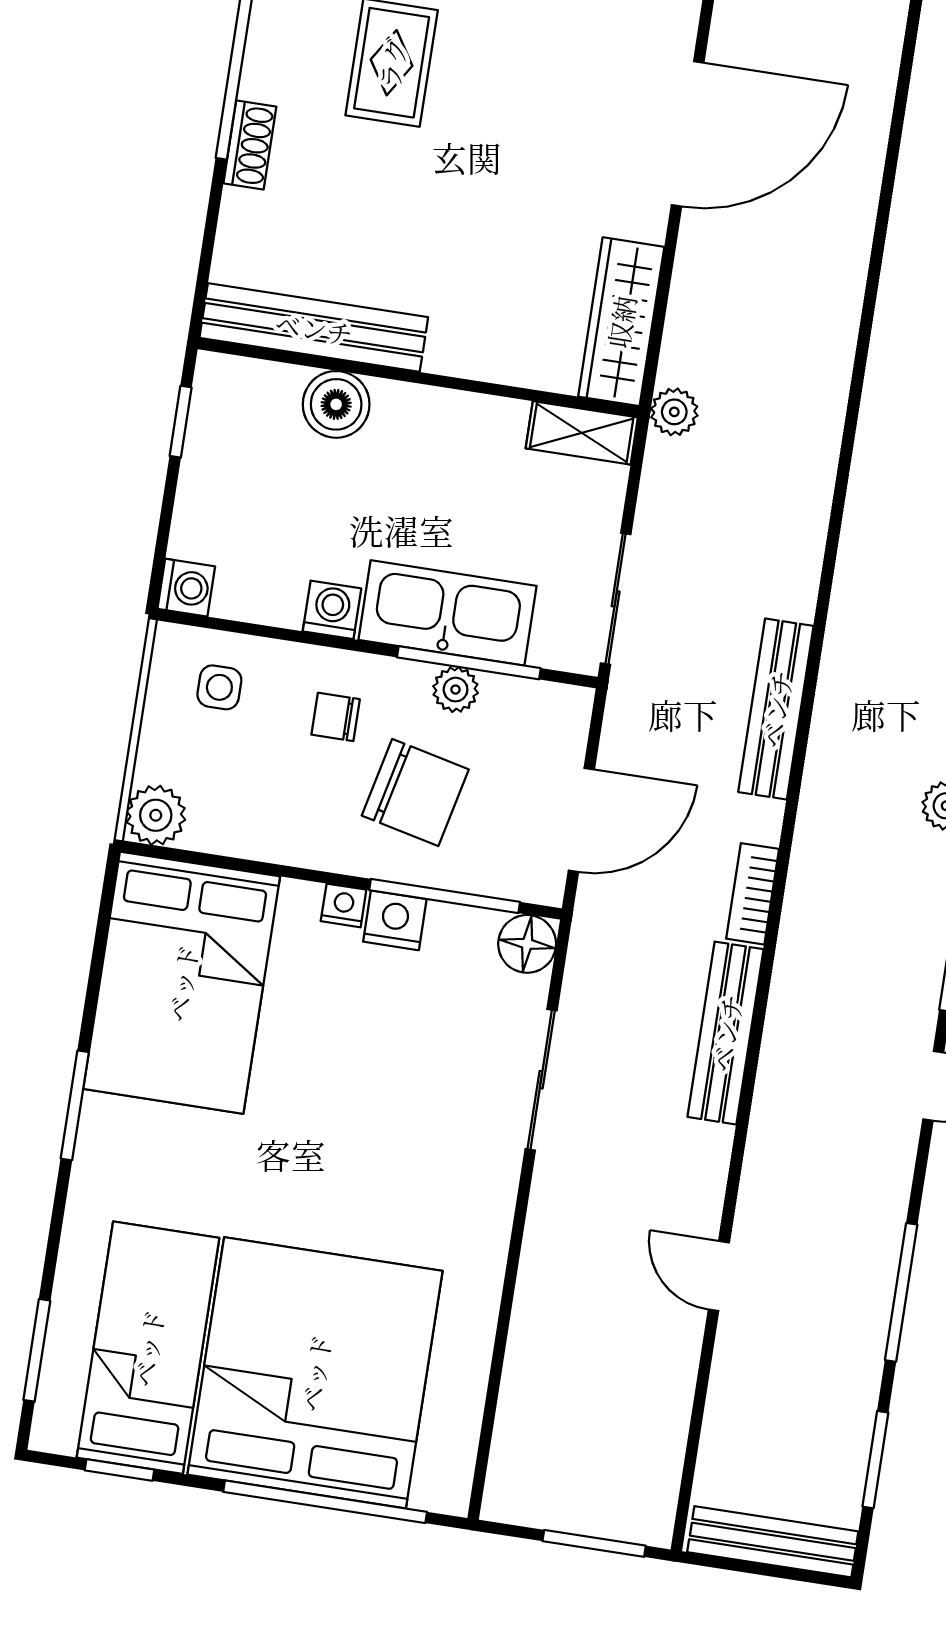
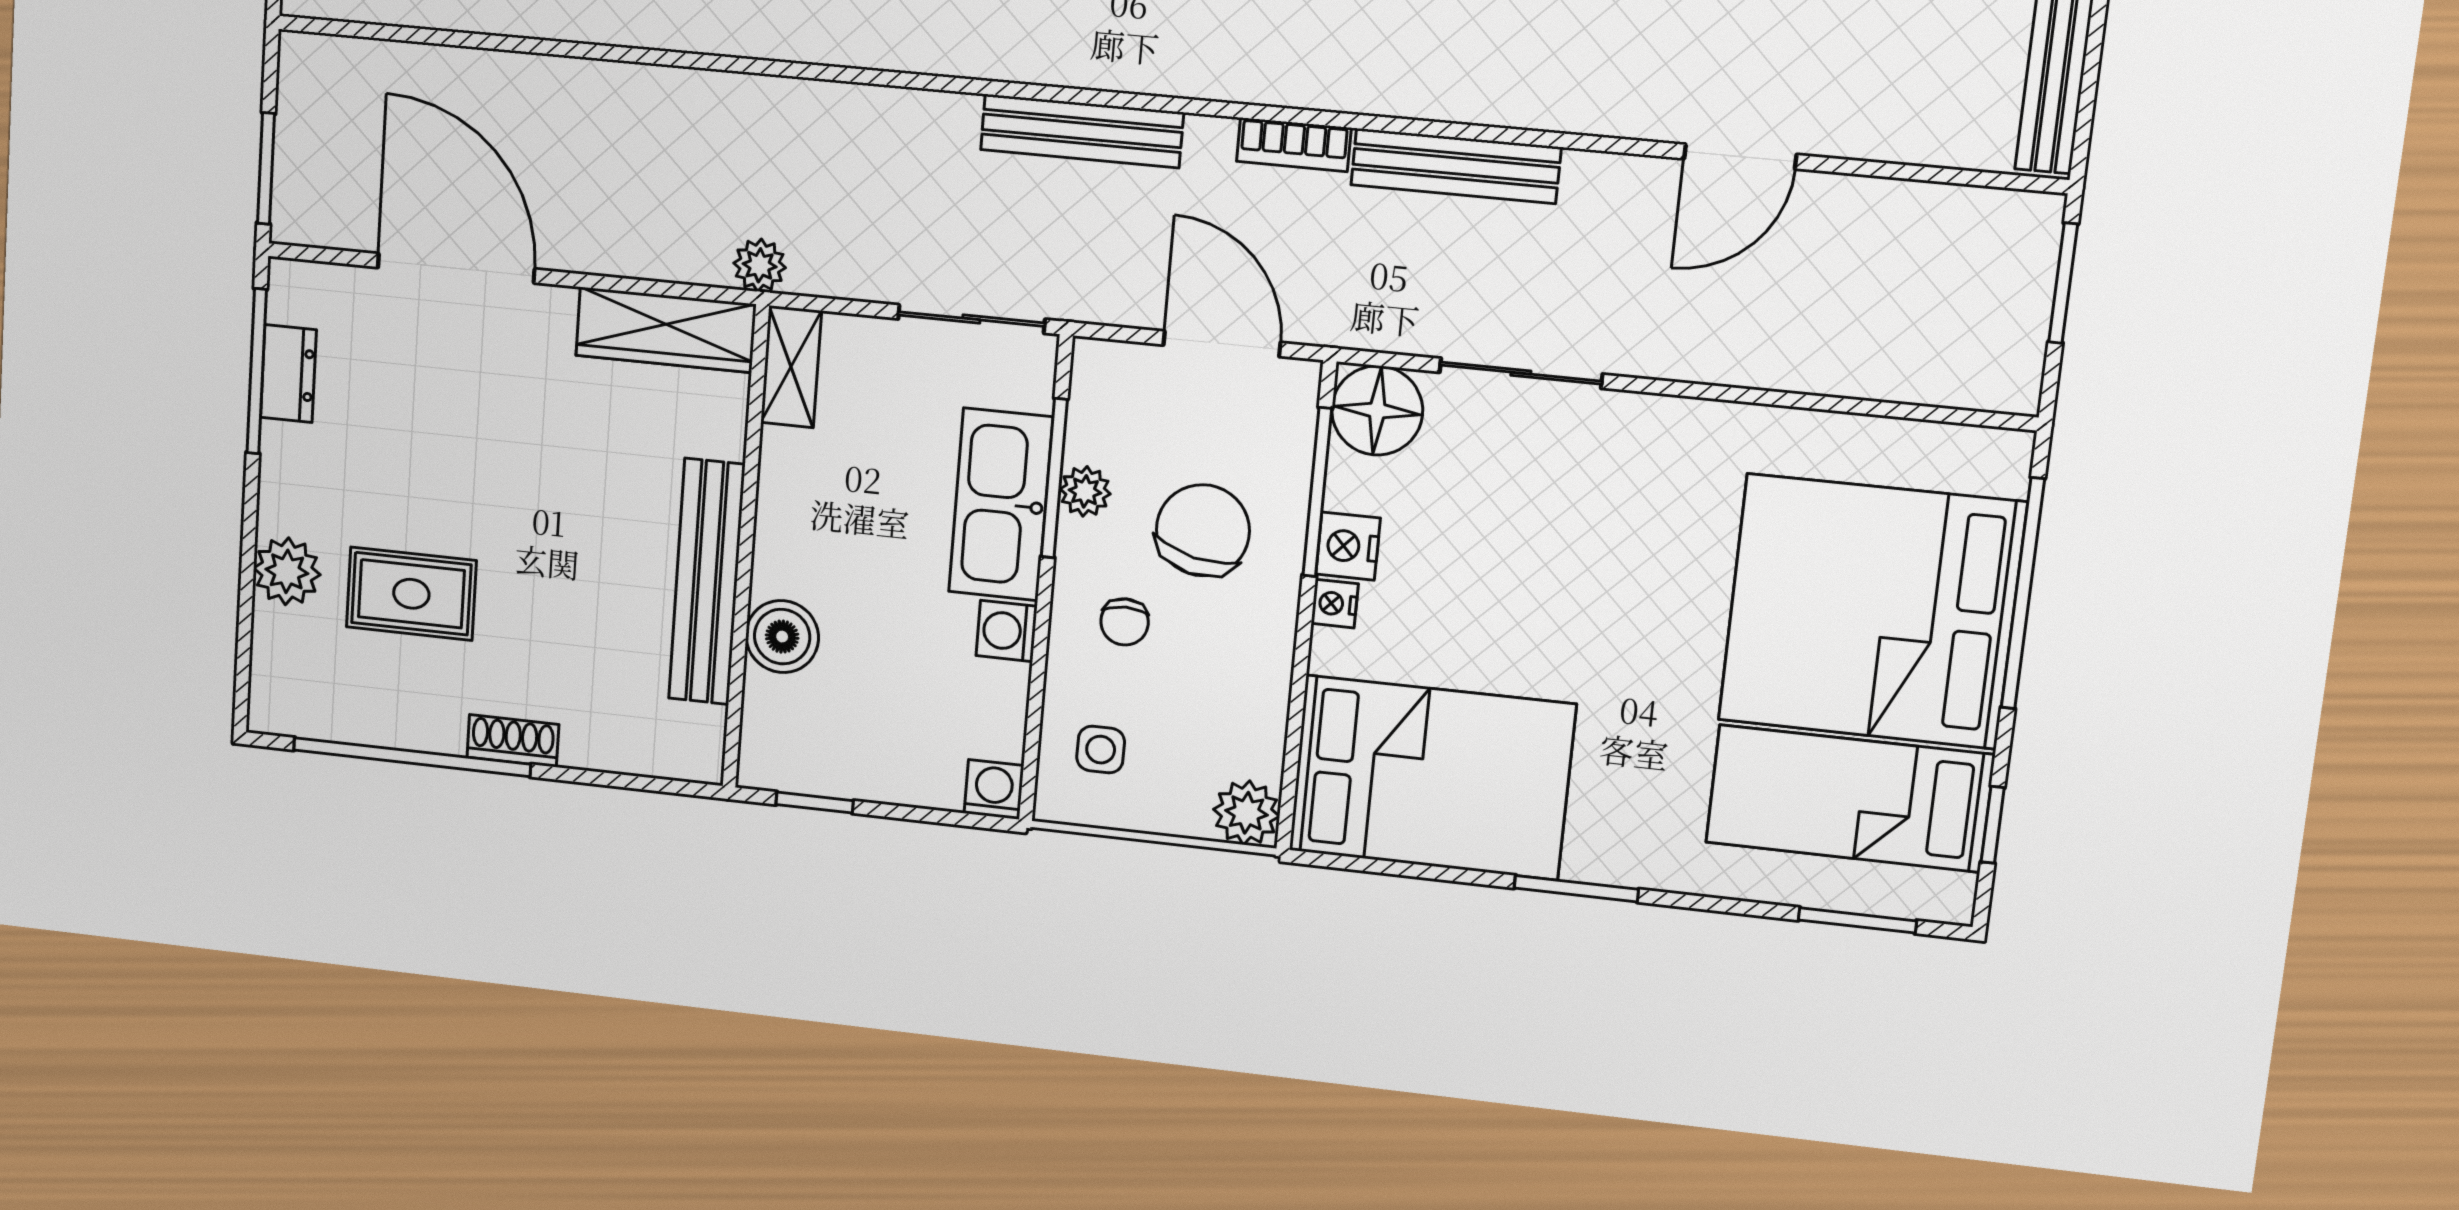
bench: (314, 328) -> (707, 582), moved
floor lamp: (527, 944) -> (1377, 410), width x1.38, depth x1.38
door: (719, 1276) -> (1740, 157), width x1.38

